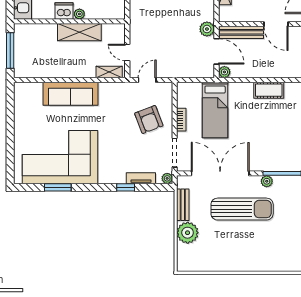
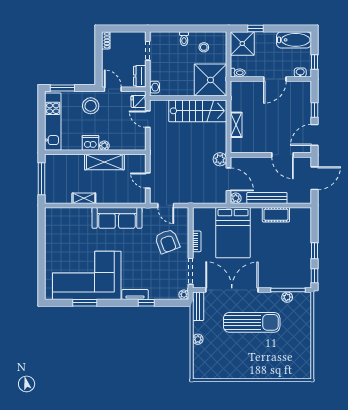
bench: (241, 32) -> (267, 198), moved
shelving: (109, 72) -> (84, 198), moved
door: (147, 80) -> (166, 205), swing flipped
sofa: (70, 94) -> (117, 218), moved
bed: (215, 110) -> (233, 233), width x1.50
tv unit: (141, 178) -> (135, 294), moved
plant: (267, 181) -> (287, 297), moved
bench: (183, 205) -> (198, 306), moved
plant: (188, 233) -> (198, 339), width x0.53, depth x0.53

